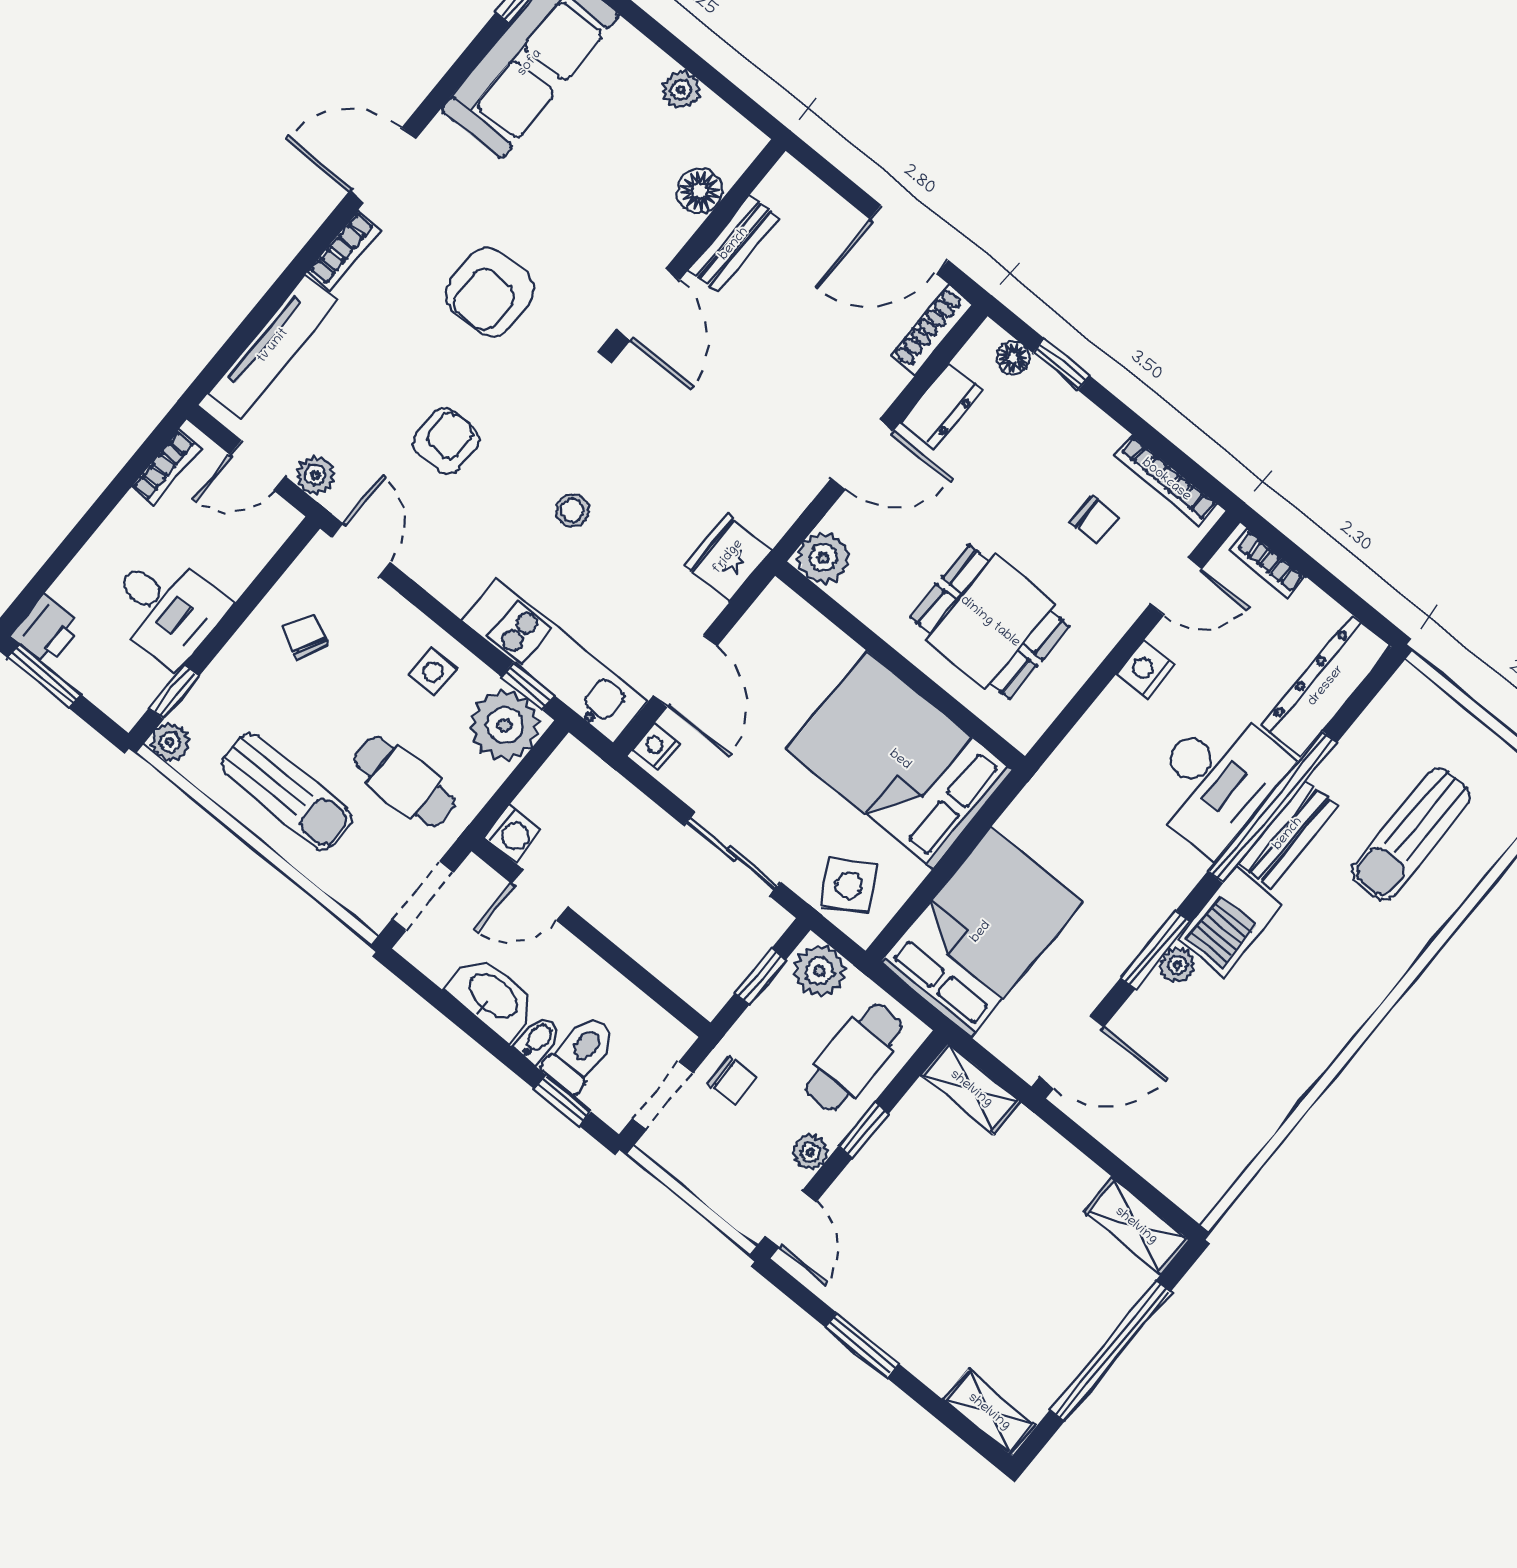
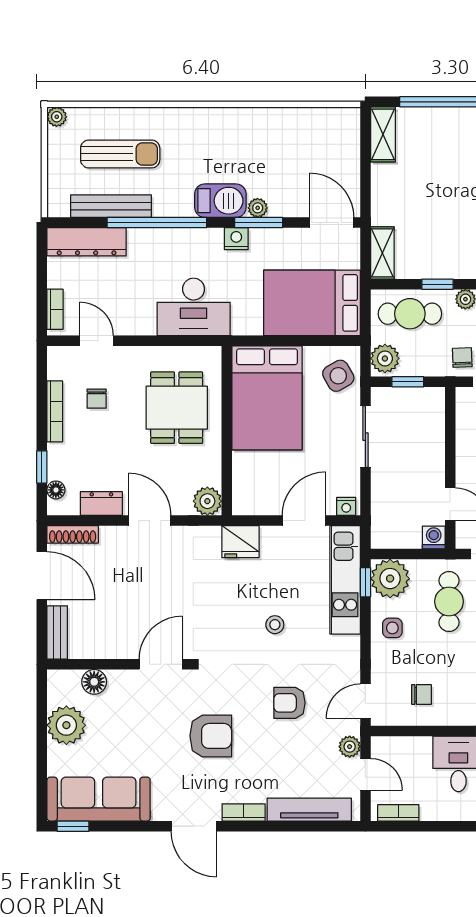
plant: (681, 90) -> (66, 725), width x1.87, depth x1.87
bench: (734, 244) -> (57, 632), moved, turned 90
bookcase: (1166, 480) -> (55, 411), moved
chair: (1094, 520) -> (97, 399), turned 180
chair: (306, 636) -> (422, 694), turned -119
nightstand: (1145, 670) -> (236, 239), moved, turned 180
desk: (1216, 779) -> (194, 307), moved, turned 180
bench: (1288, 834) -> (111, 206), moved, width x1.36

